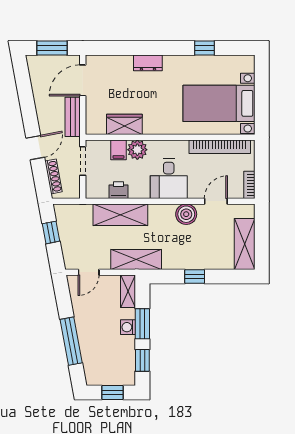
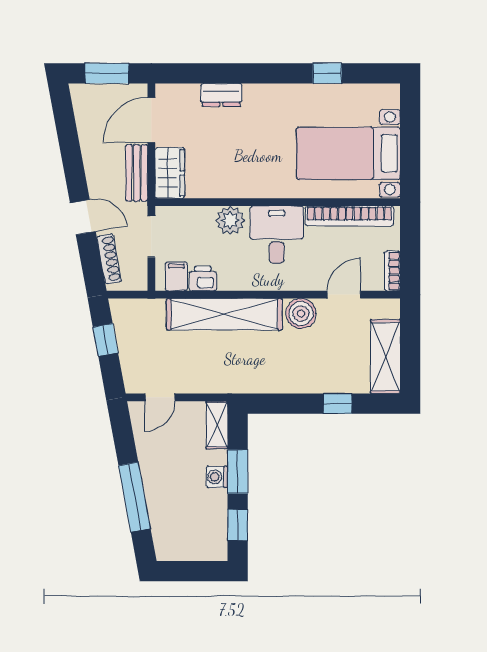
dresser: (148, 63) -> (221, 95), moved
wardrobe: (124, 124) -> (170, 173), moved, turned 90
door: (35, 148) -> (83, 217), hinge flipped
filing cabinet: (118, 150) -> (176, 276), moved, turned 180
desk: (169, 179) -> (277, 235), moved, turned 180
shelving: (120, 215) -> (224, 314), width x1.47
shelving: (136, 259) -> (229, 379), removed
window: (195, 277) -> (338, 404), moved
window: (113, 392) -> (194, 571), removed

